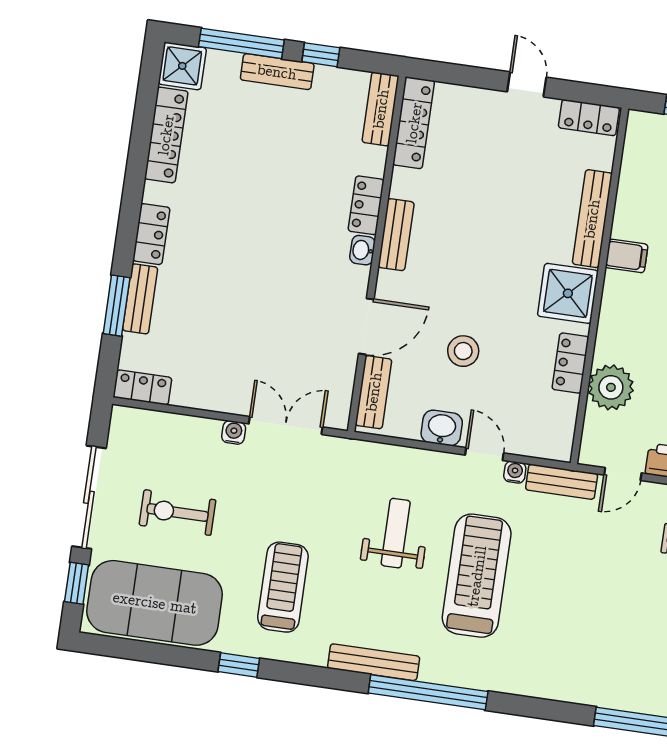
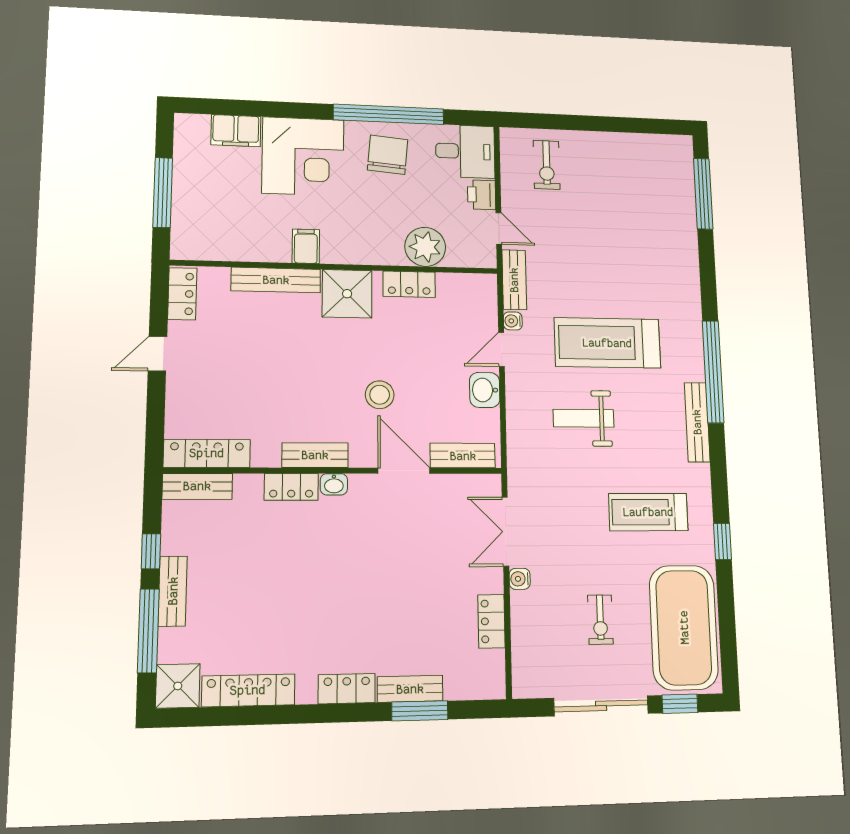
stool: (463, 351) -> (380, 395), moved
locker: (142, 387) -> (491, 621), moved
exercise bike: (177, 513) -> (600, 620), width x0.73, depth x0.72

